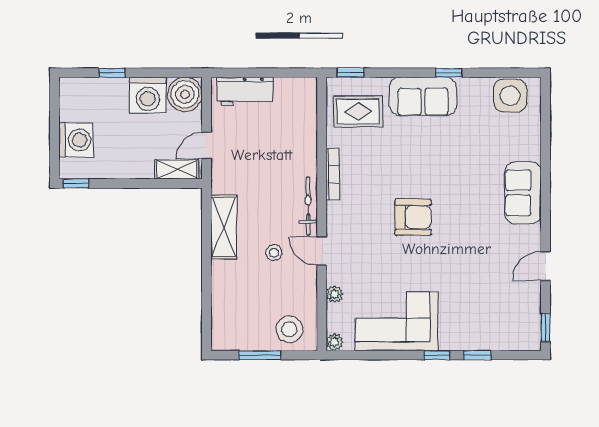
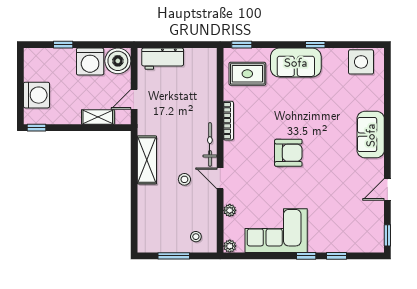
shelving: (177, 169) -> (98, 117), moved
stool: (289, 329) -> (196, 237), width x0.53, depth x0.53

